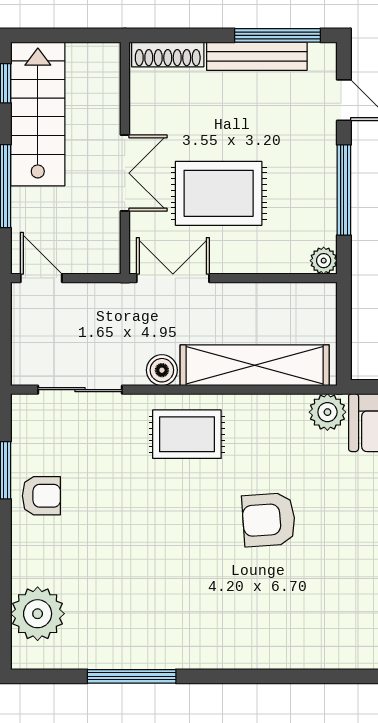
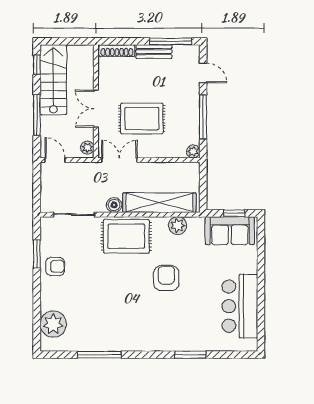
bench: (257, 56) -> (154, 52), width x0.73
double door: (125, 173) -> (96, 109), swing flipped
plant: (107, 253) -> (87, 148), added
plant: (327, 412) -> (177, 226), moved
rug: (187, 434) -> (126, 236), width x1.36, depth x1.43
armchair: (269, 520) -> (166, 278), turned 94
window: (318, 676) -> (190, 355), added

